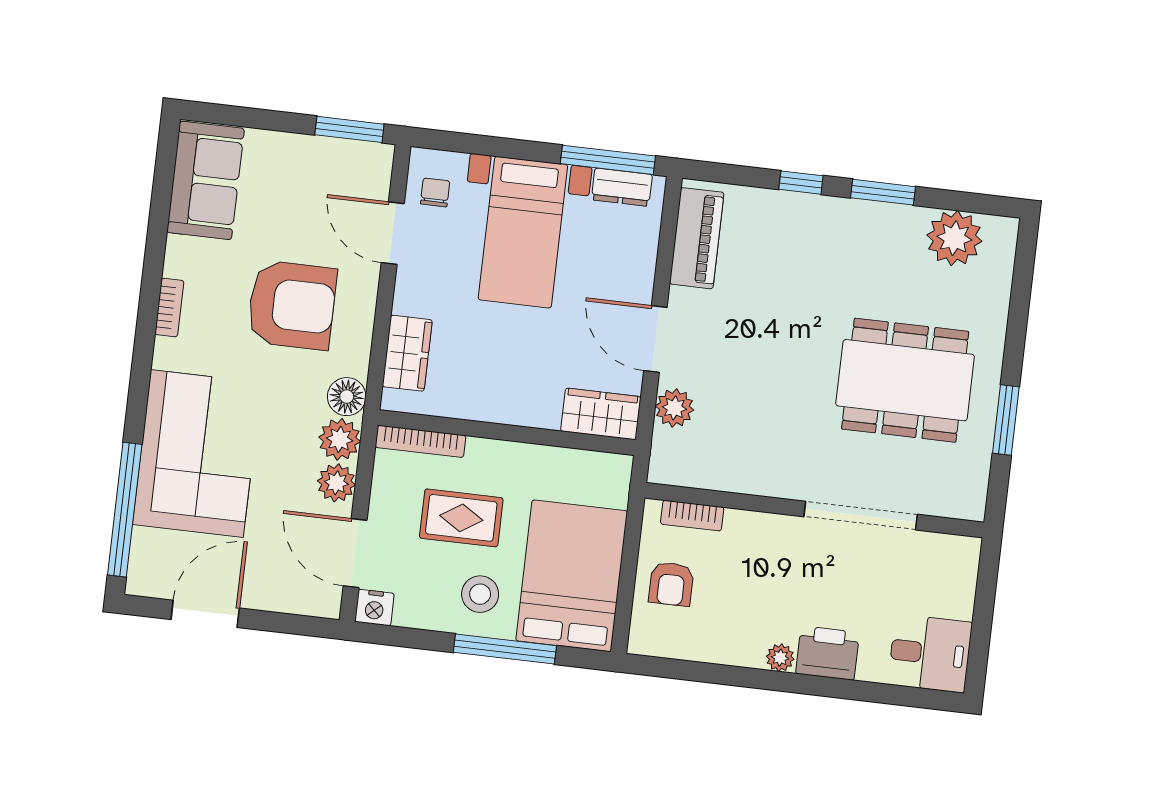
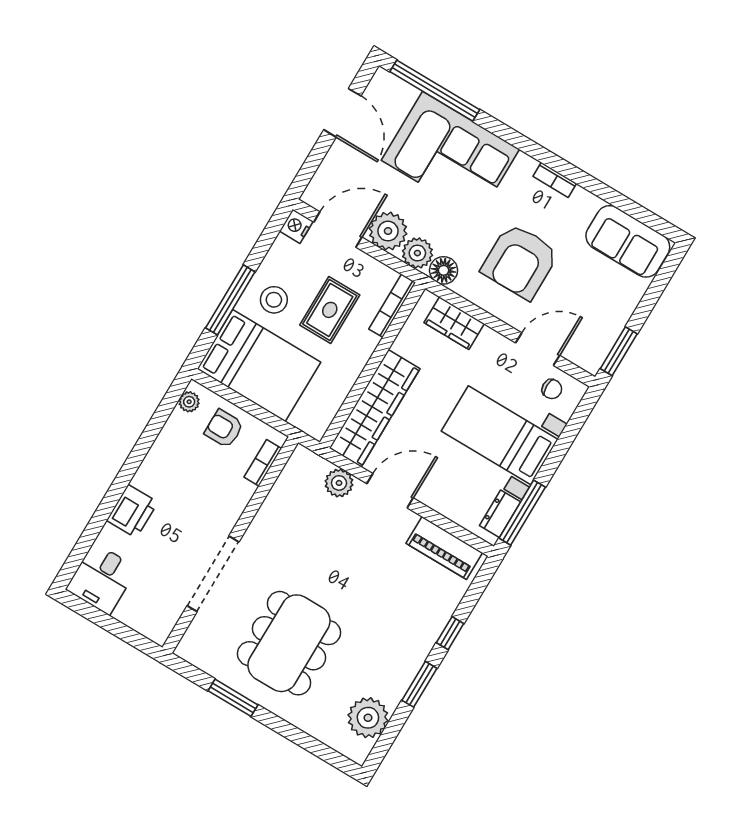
wardrobe: (601, 414) -> (375, 408), width x2.10, depth x1.17
plant: (336, 483) -> (388, 231), width x1.36, depth x1.36
plant: (780, 658) -> (189, 402), moved

